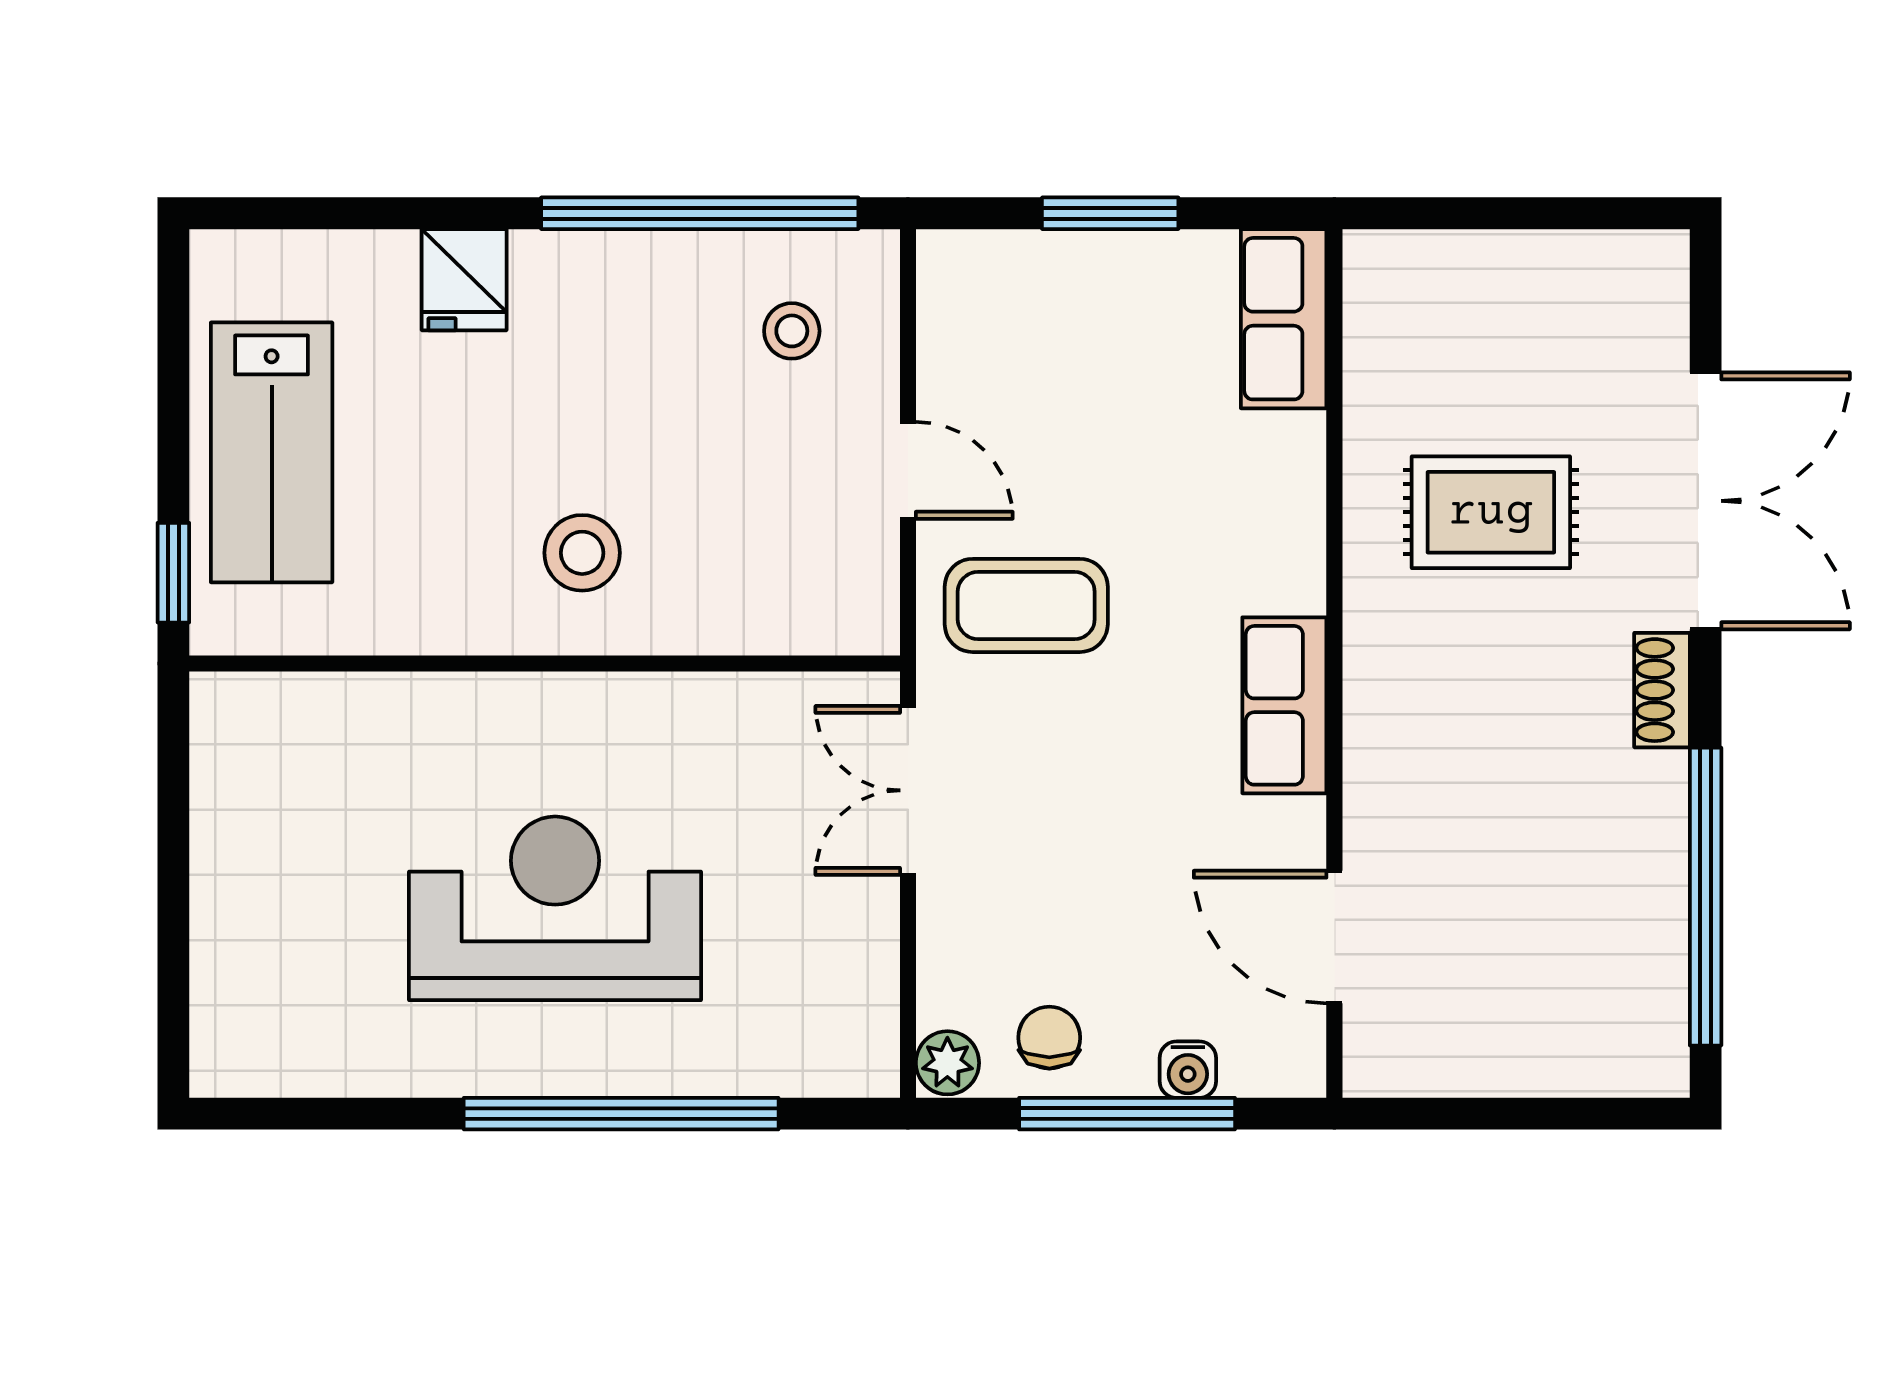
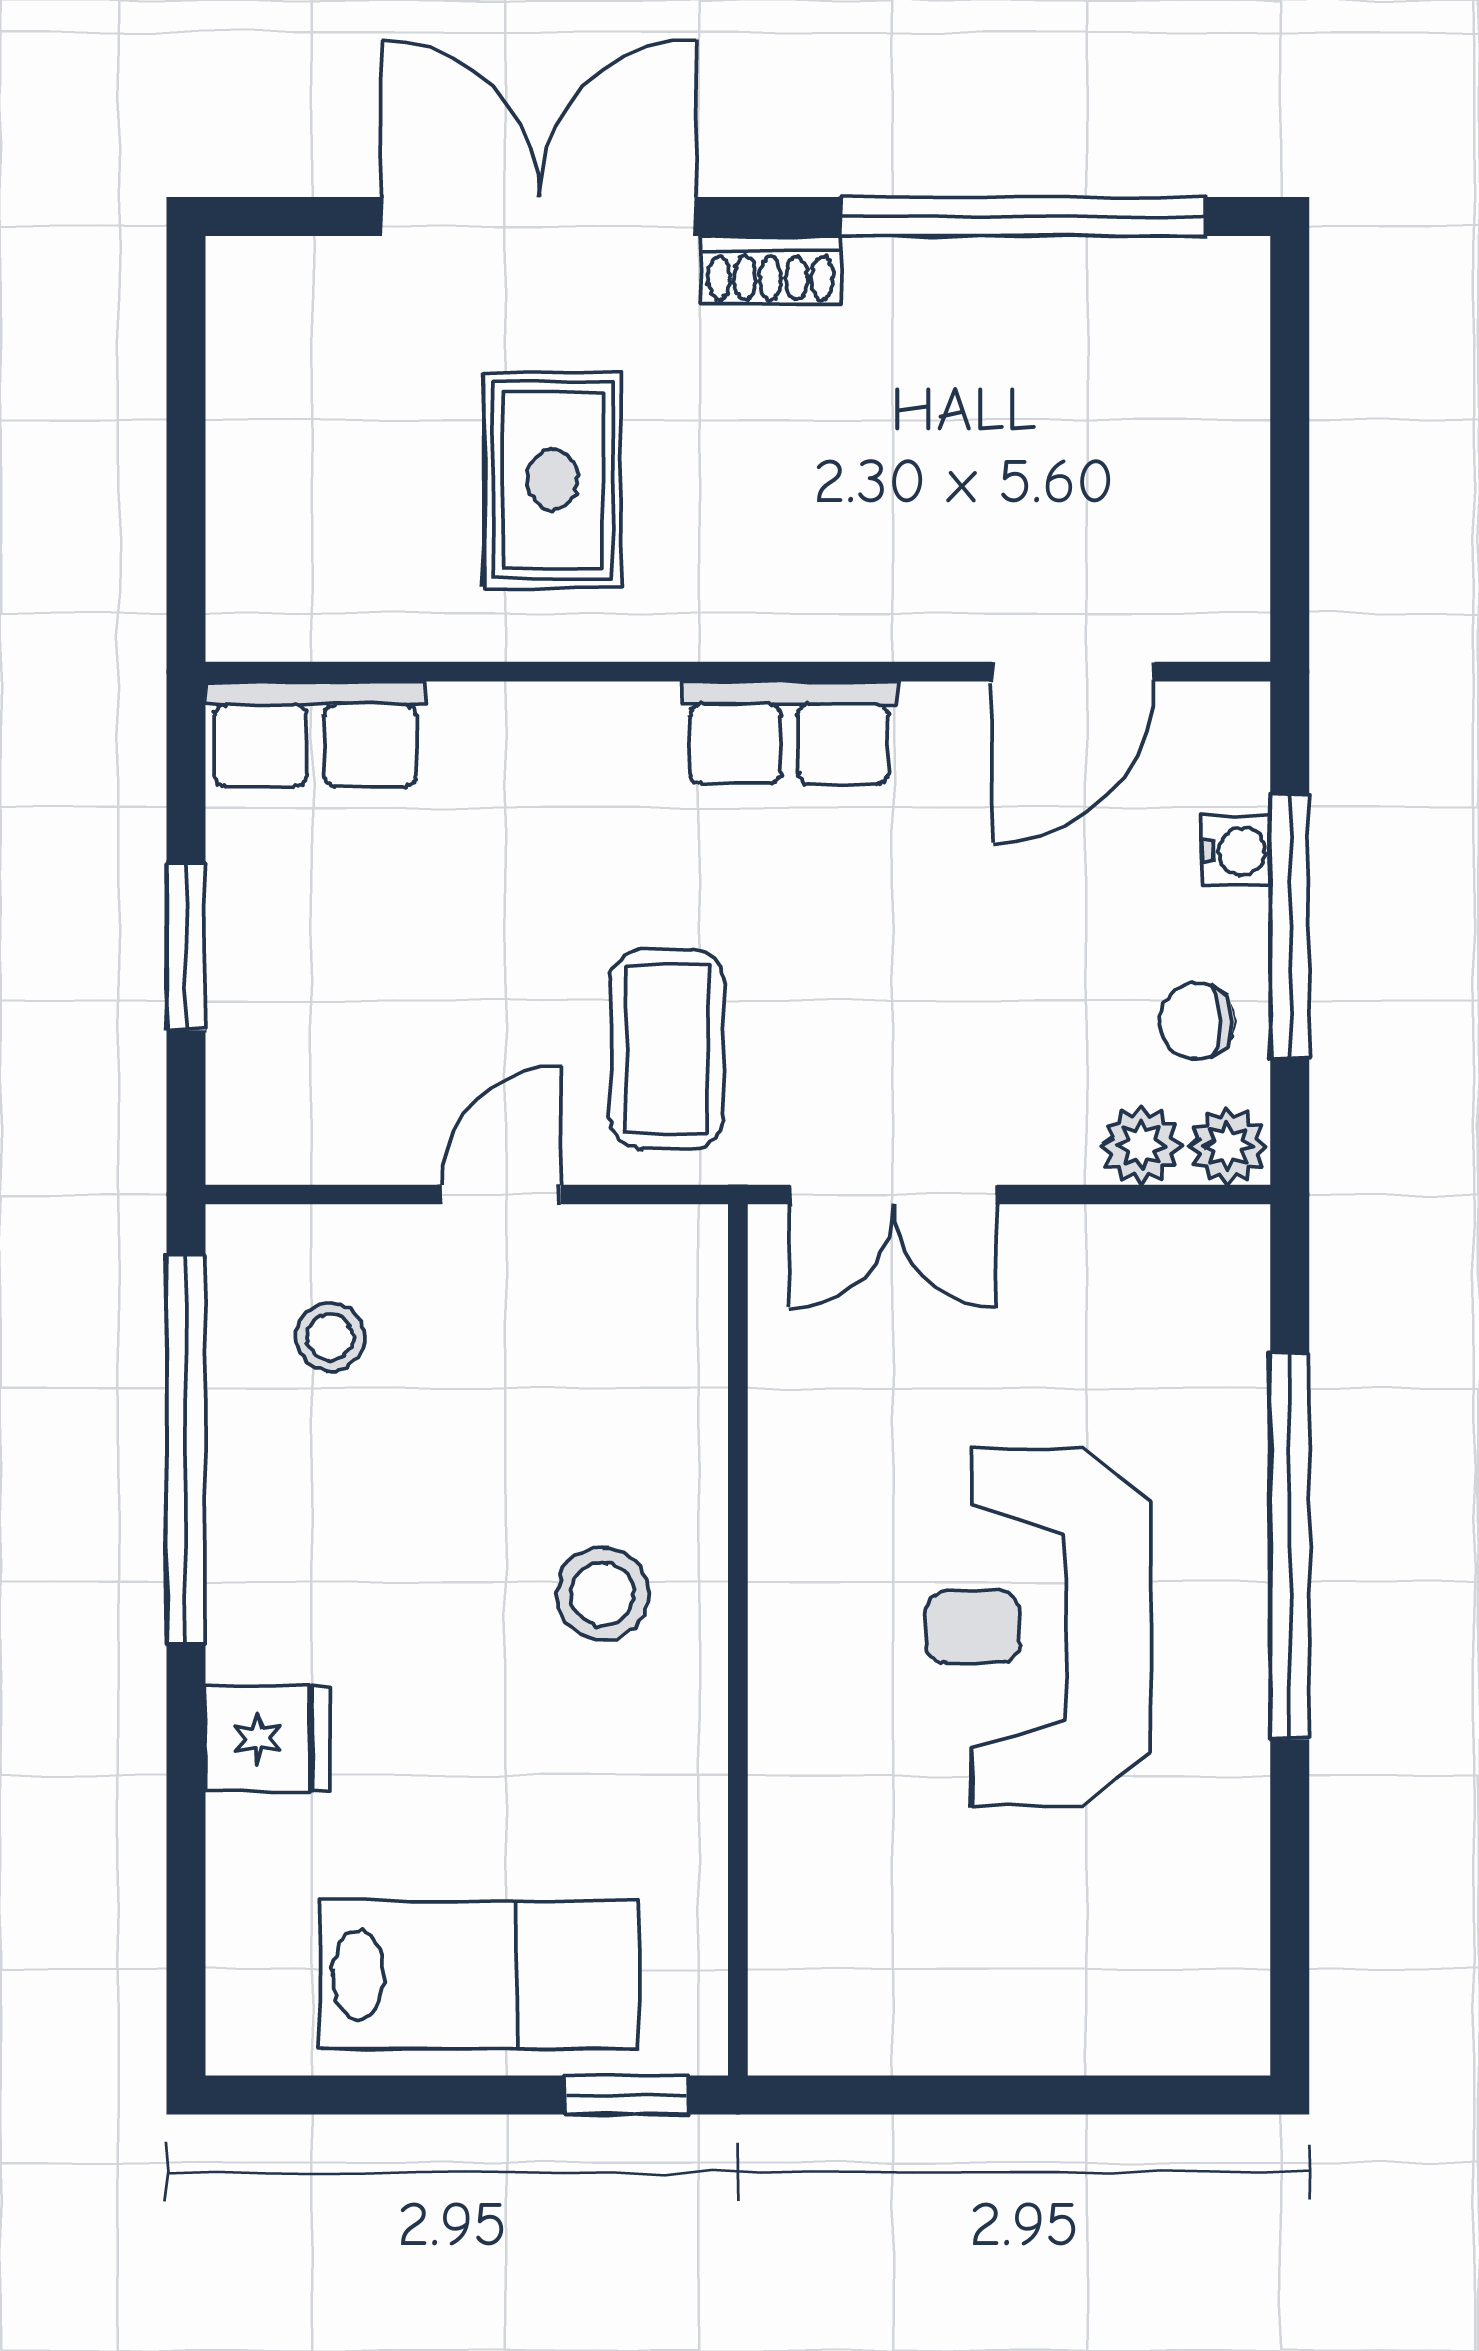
plant: (948, 993) -> (1141, 1145), added

